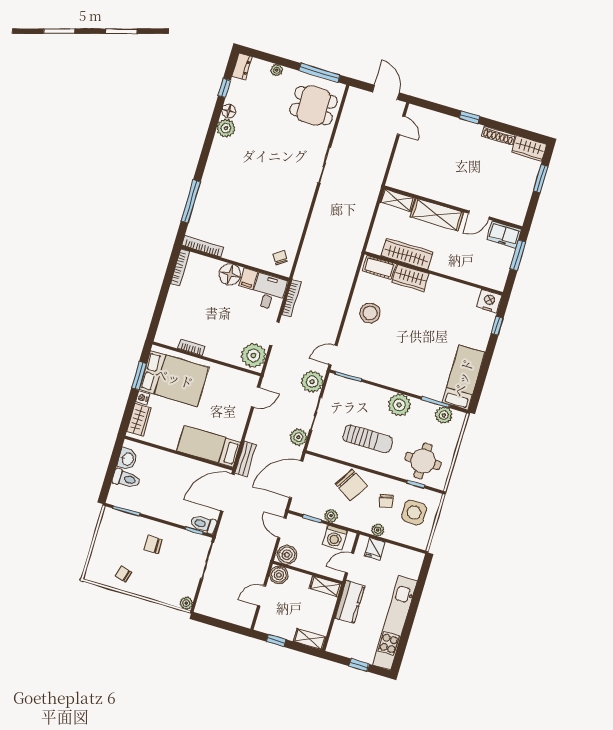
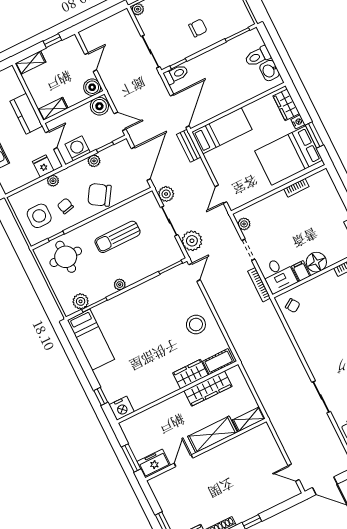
plant: (253, 355) -> (244, 224), width x0.53, depth x0.53
plant: (399, 405) -> (120, 285), width x0.53, depth x0.53

